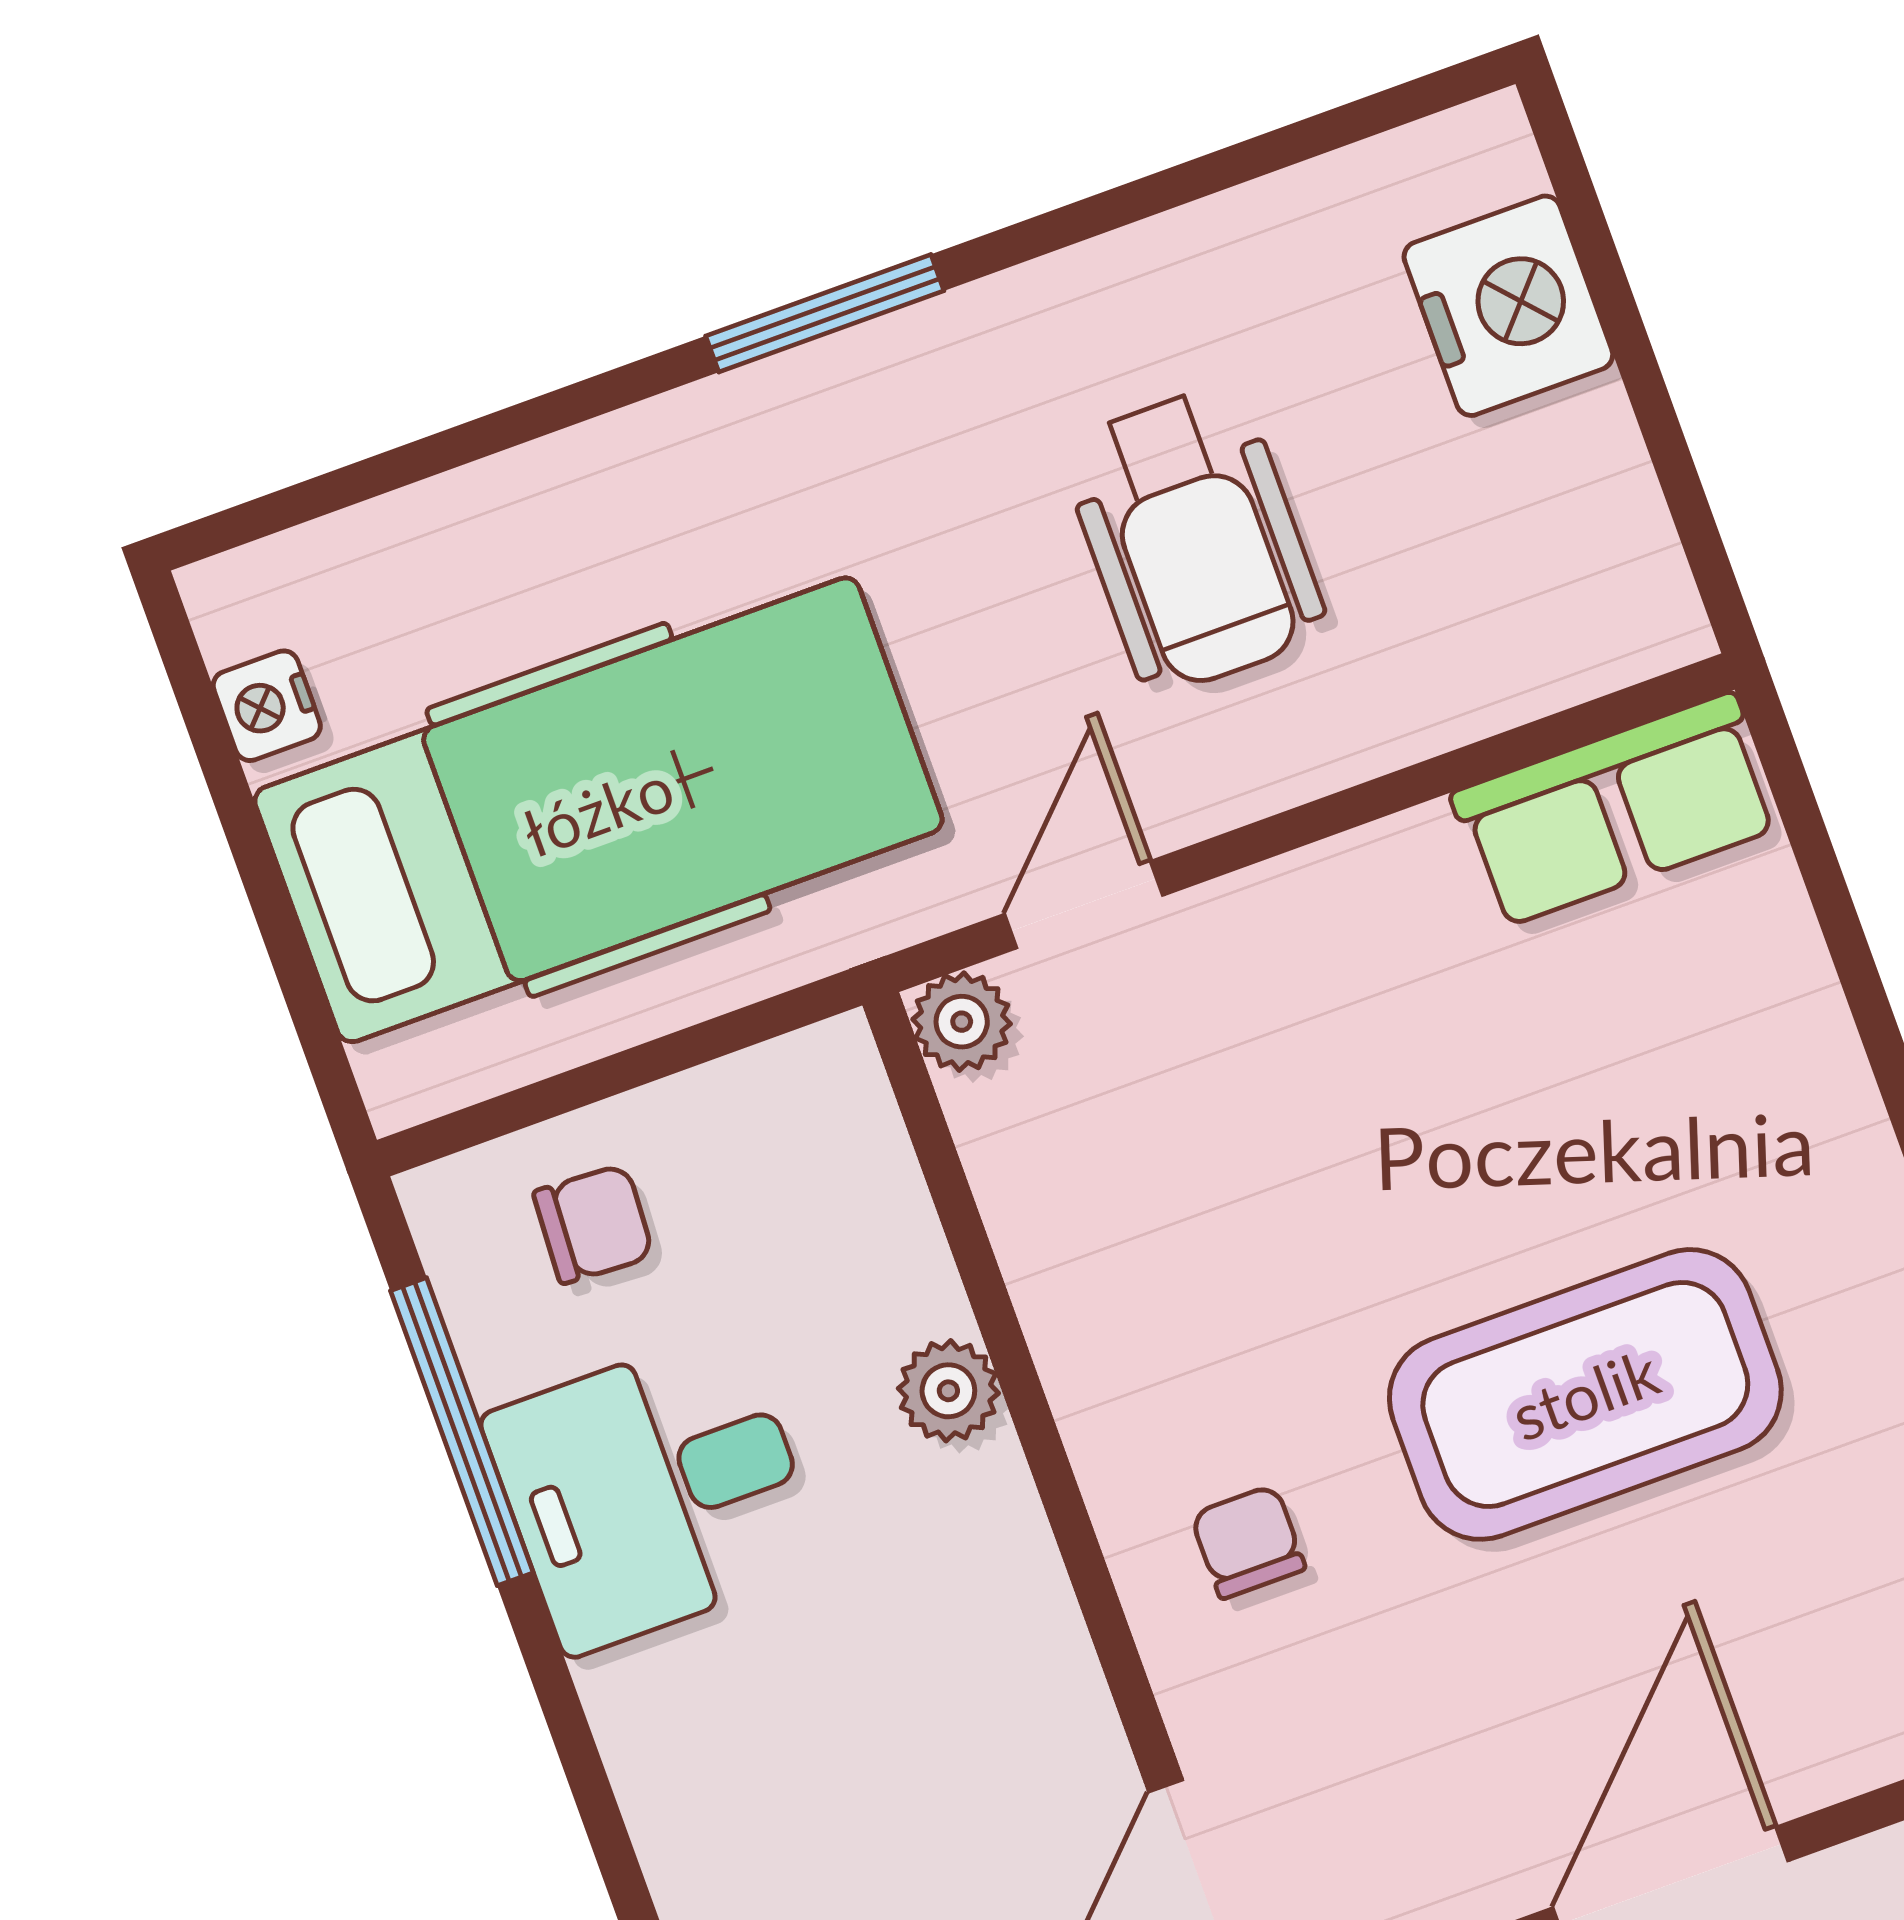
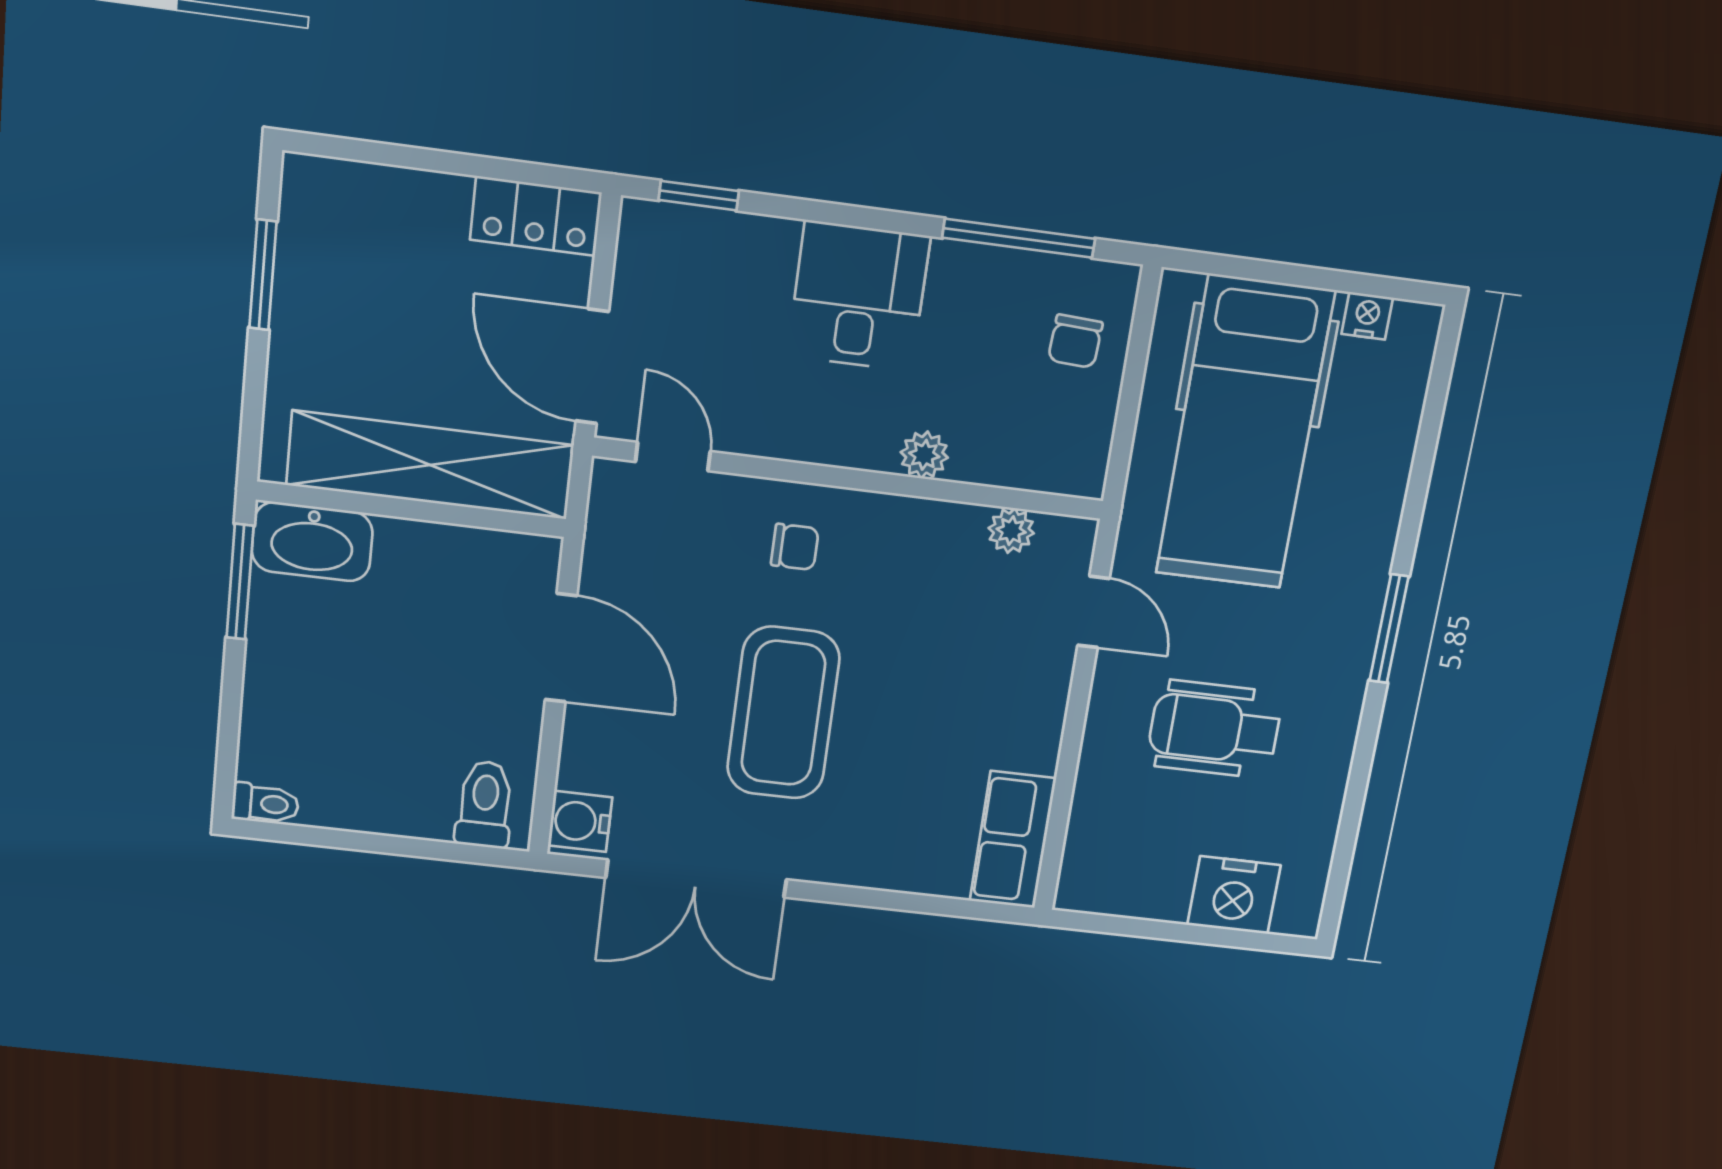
plant: (962, 1022) -> (1011, 531), moved
desk: (654, 1491) -> (859, 296), moved

